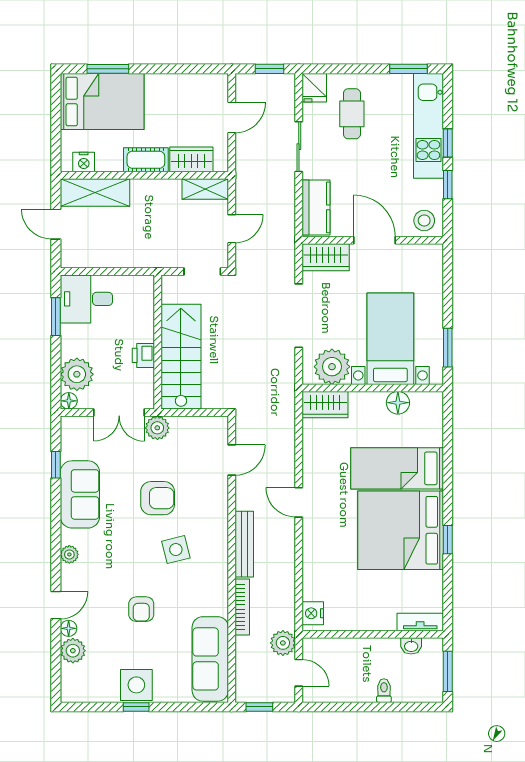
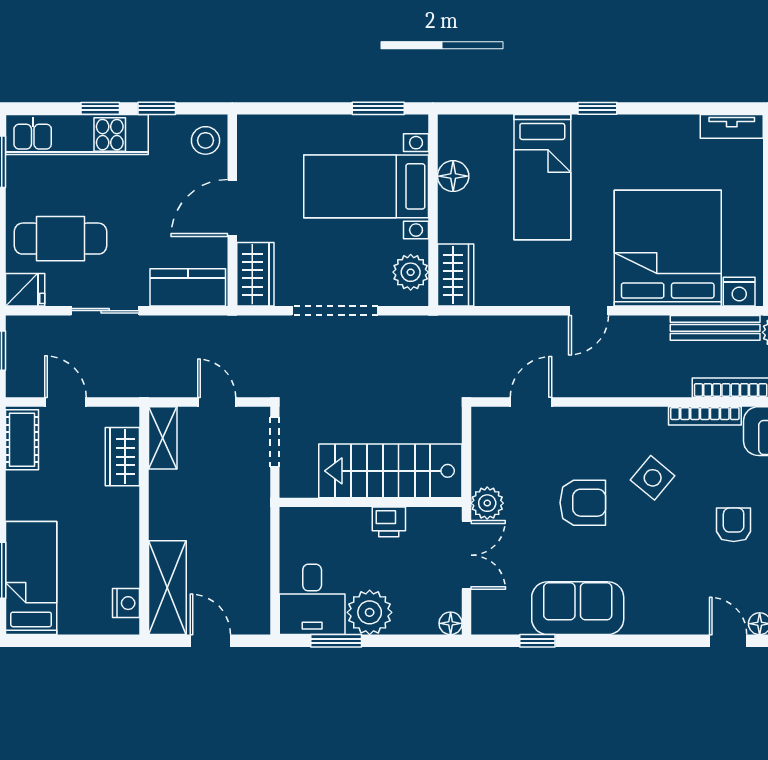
bed: (102, 102) -> (31, 578), width x0.67
cafe table: (352, 114) -> (61, 239), width x1.37, depth x1.35
cot: (146, 160) -> (22, 440), moved
door: (56, 224) -> (210, 641), swing flipped
plant: (332, 367) -> (411, 272), width x0.73, depth x0.73
plant: (77, 374) -> (370, 612), moved
door: (232, 460) -> (531, 402), hinge flipped
armchair: (158, 498) -> (583, 503), turned 90
bed: (401, 530) -> (668, 248), moved, turned 180
window: (448, 540) -> (597, 108), moved
bench: (244, 544) -> (715, 328), moved
side table: (176, 550) -> (653, 478), turned -36
plant: (69, 554) -> (659, 623), removed
bookcase: (221, 588) -> (705, 416), added
armchair: (141, 609) -> (734, 525), turned -90
tv unit: (420, 622) -> (732, 126), moved, turned -90

